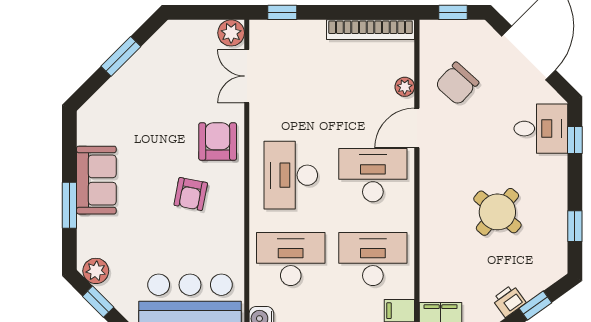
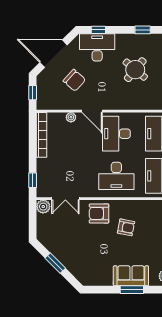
chair: (457, 84) -> (74, 80), moved
desk: (541, 129) -> (97, 47), width x1.37
sofa: (96, 180) -> (131, 276), moved

